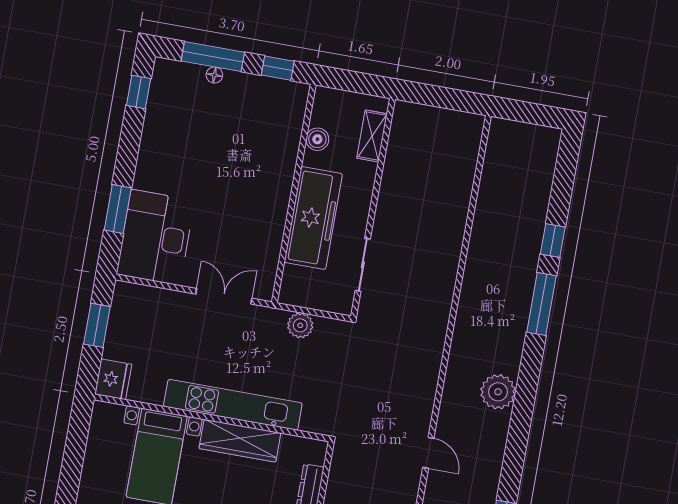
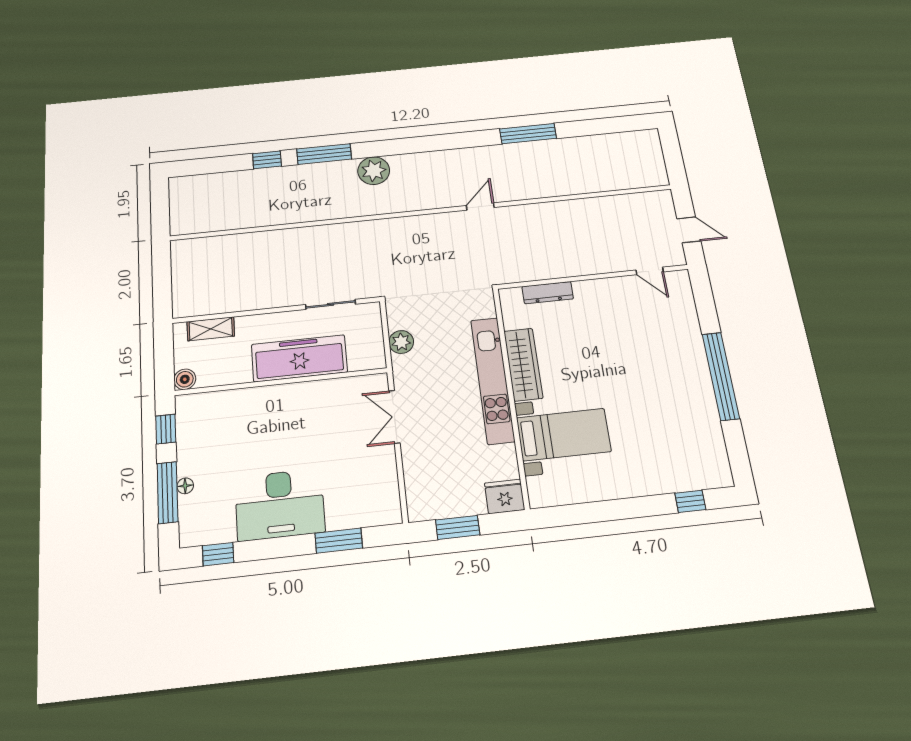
boiler: (317, 139) -> (185, 379), moved
desk: (156, 237) -> (280, 505), moved
plant: (498, 392) -> (374, 171), moved

